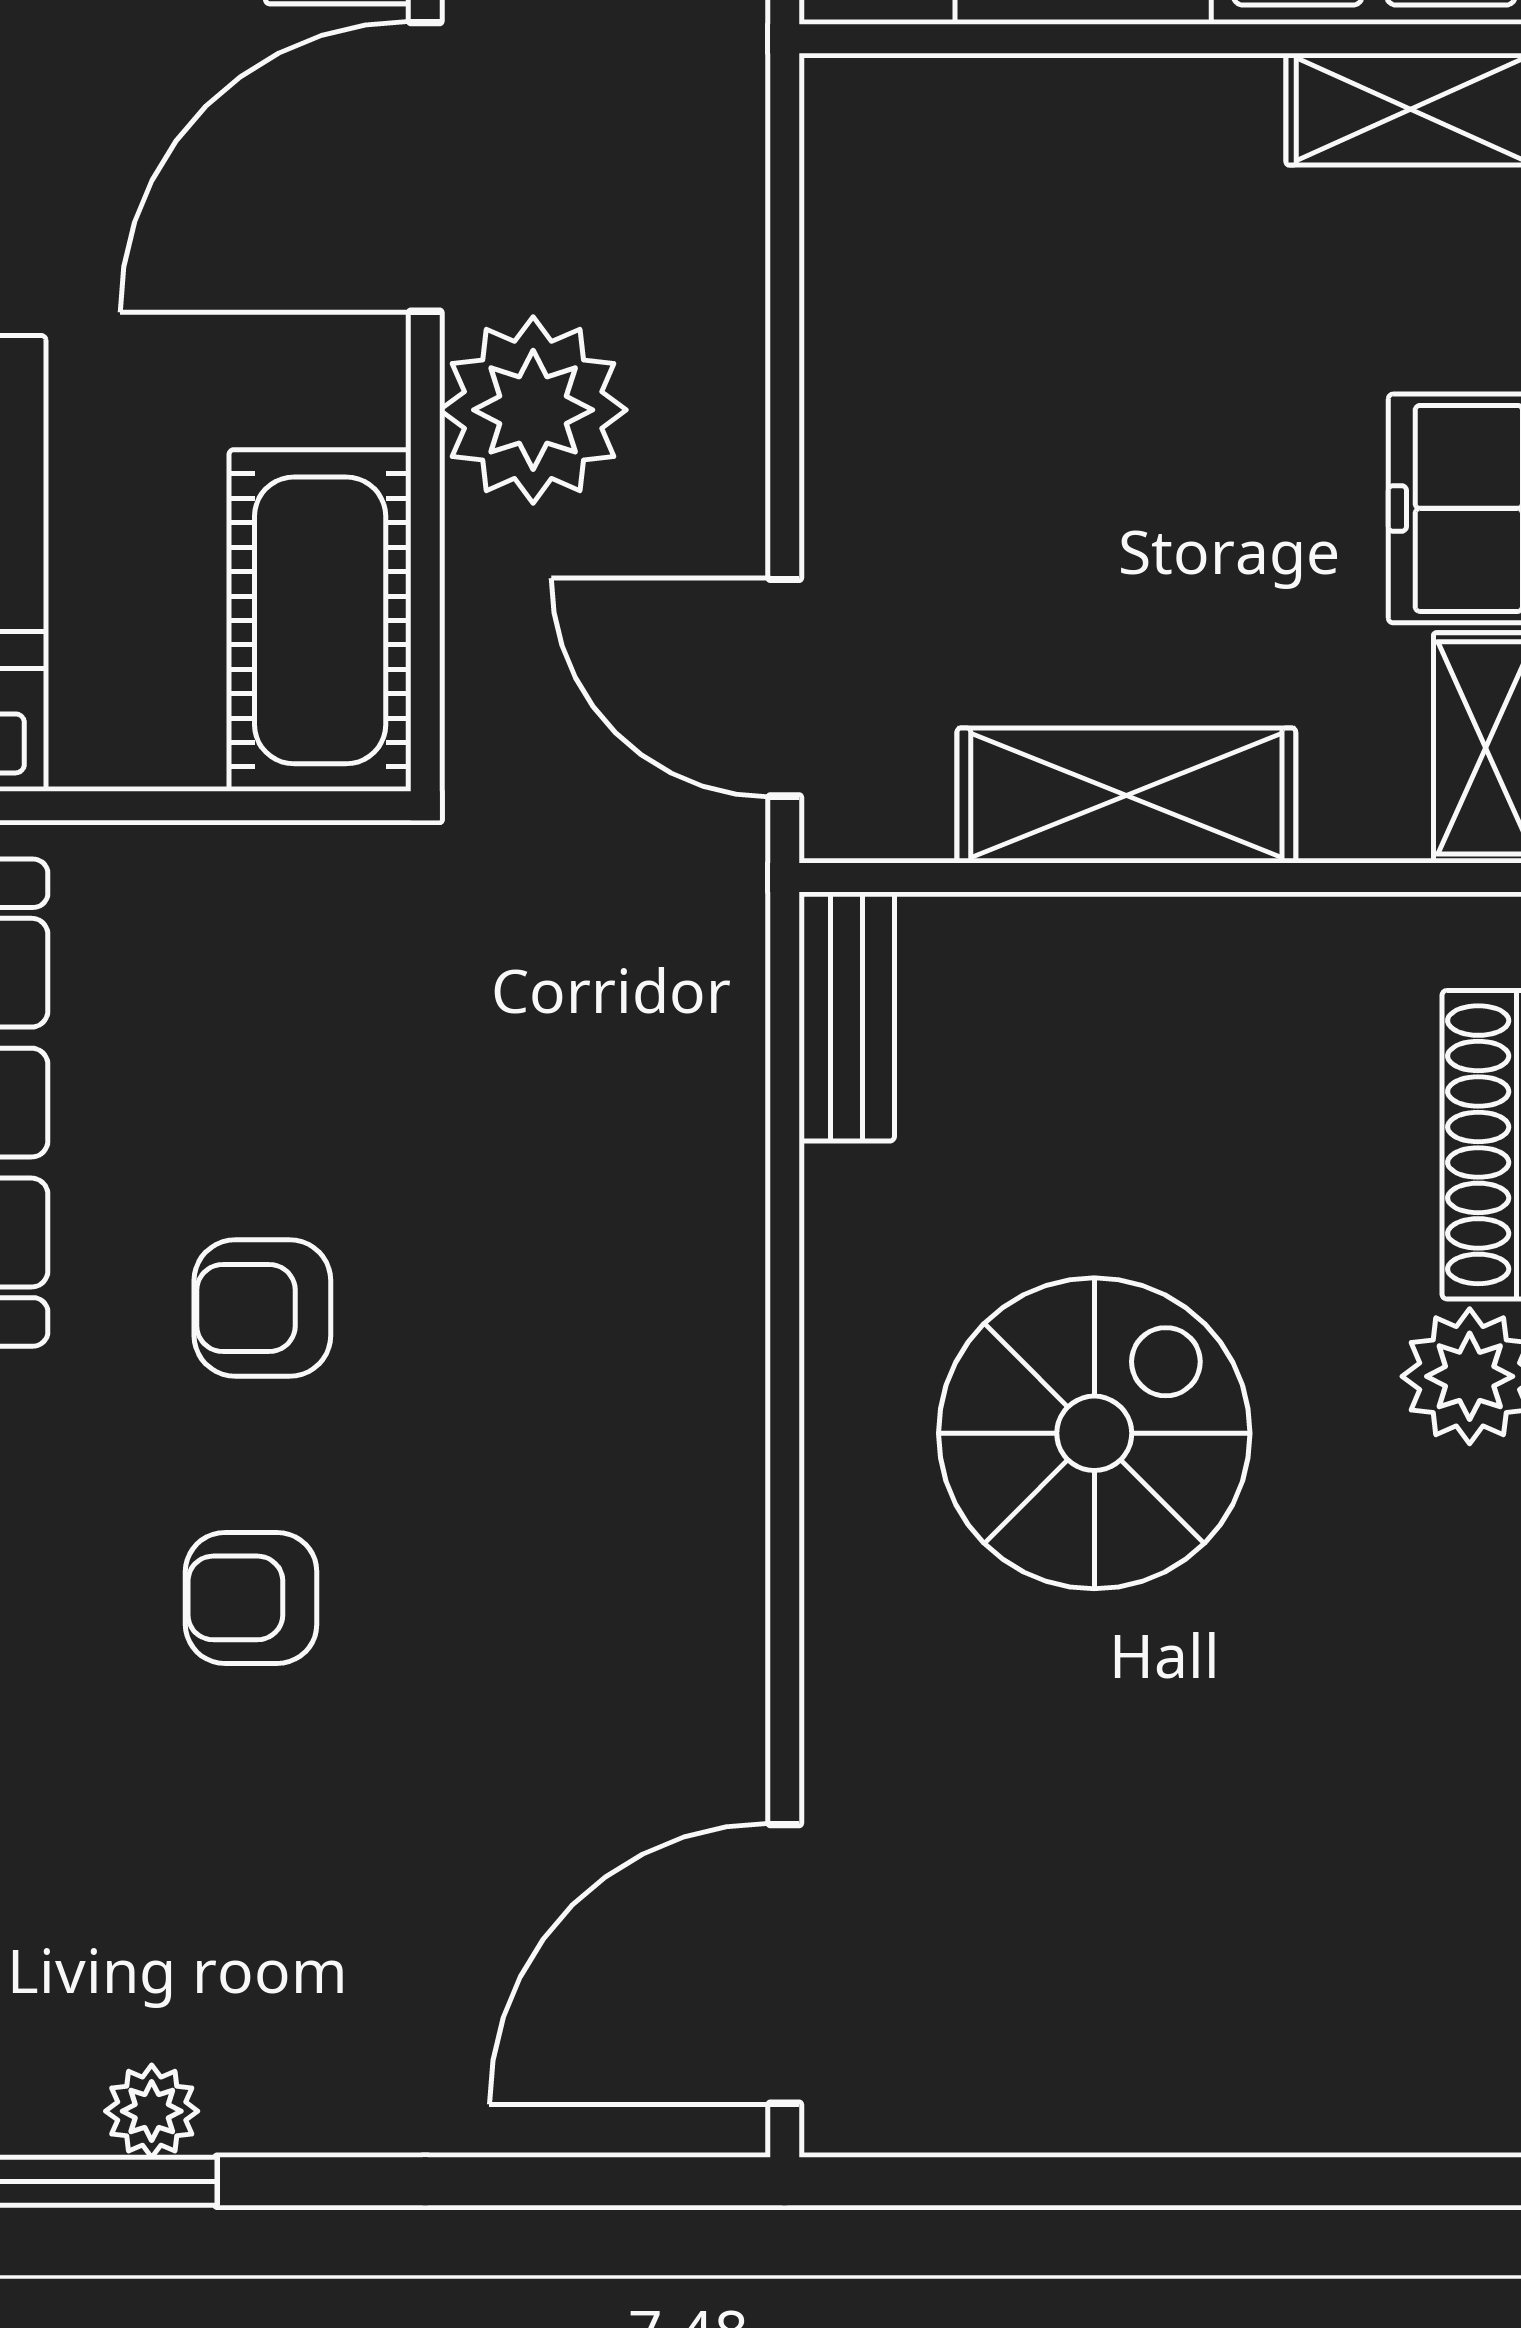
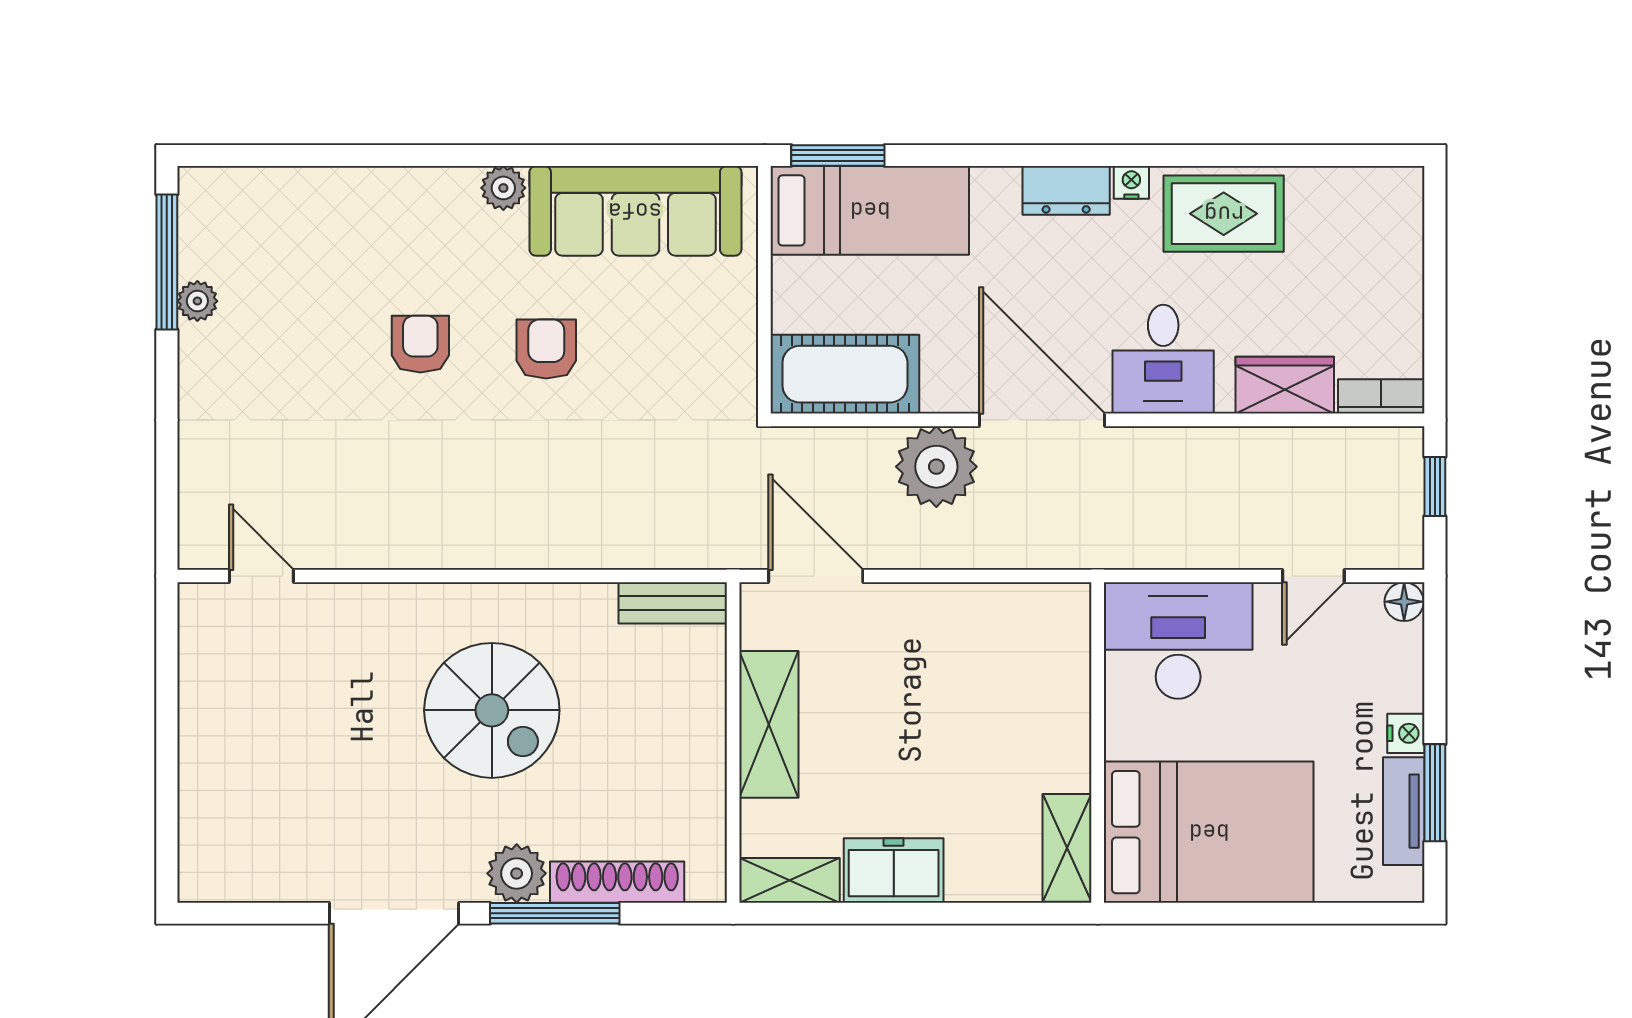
door: (785, 688) -> (816, 576), hinge flipped
door: (785, 1964) -> (261, 576), width x0.53

